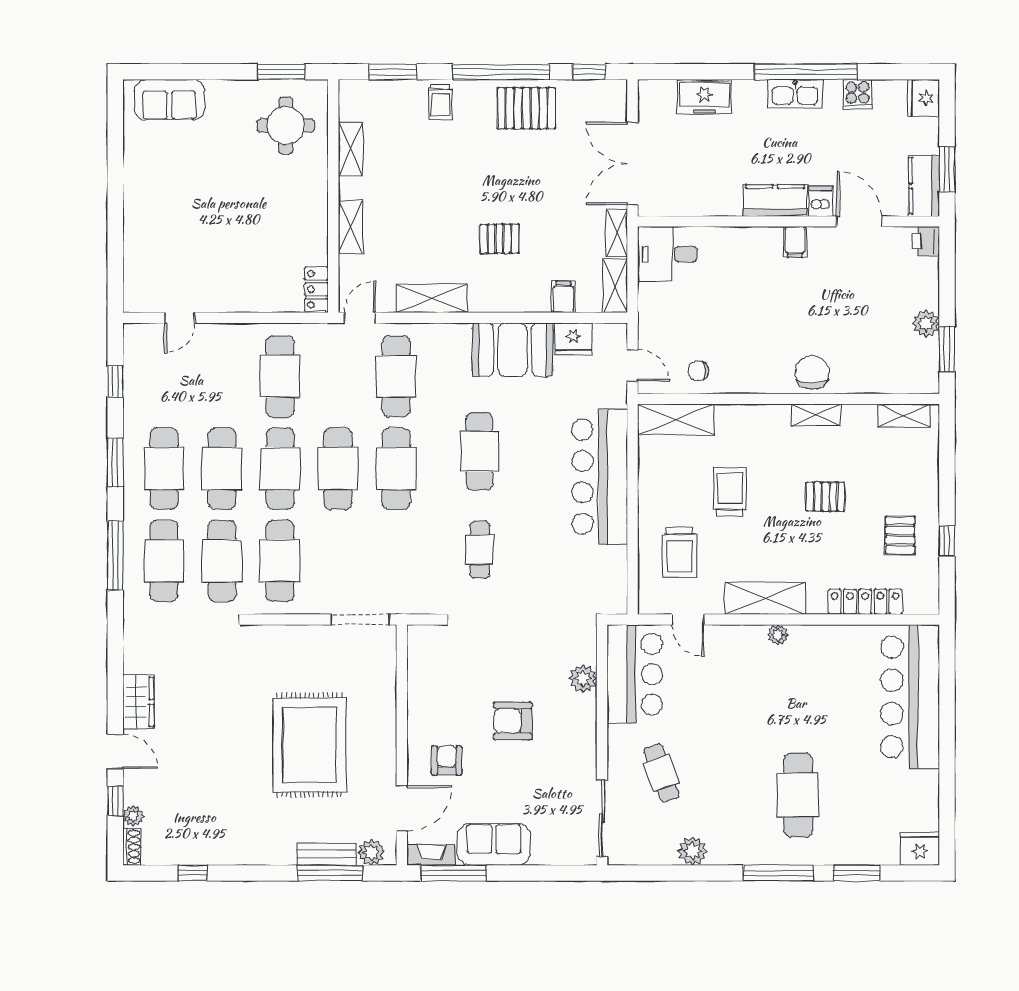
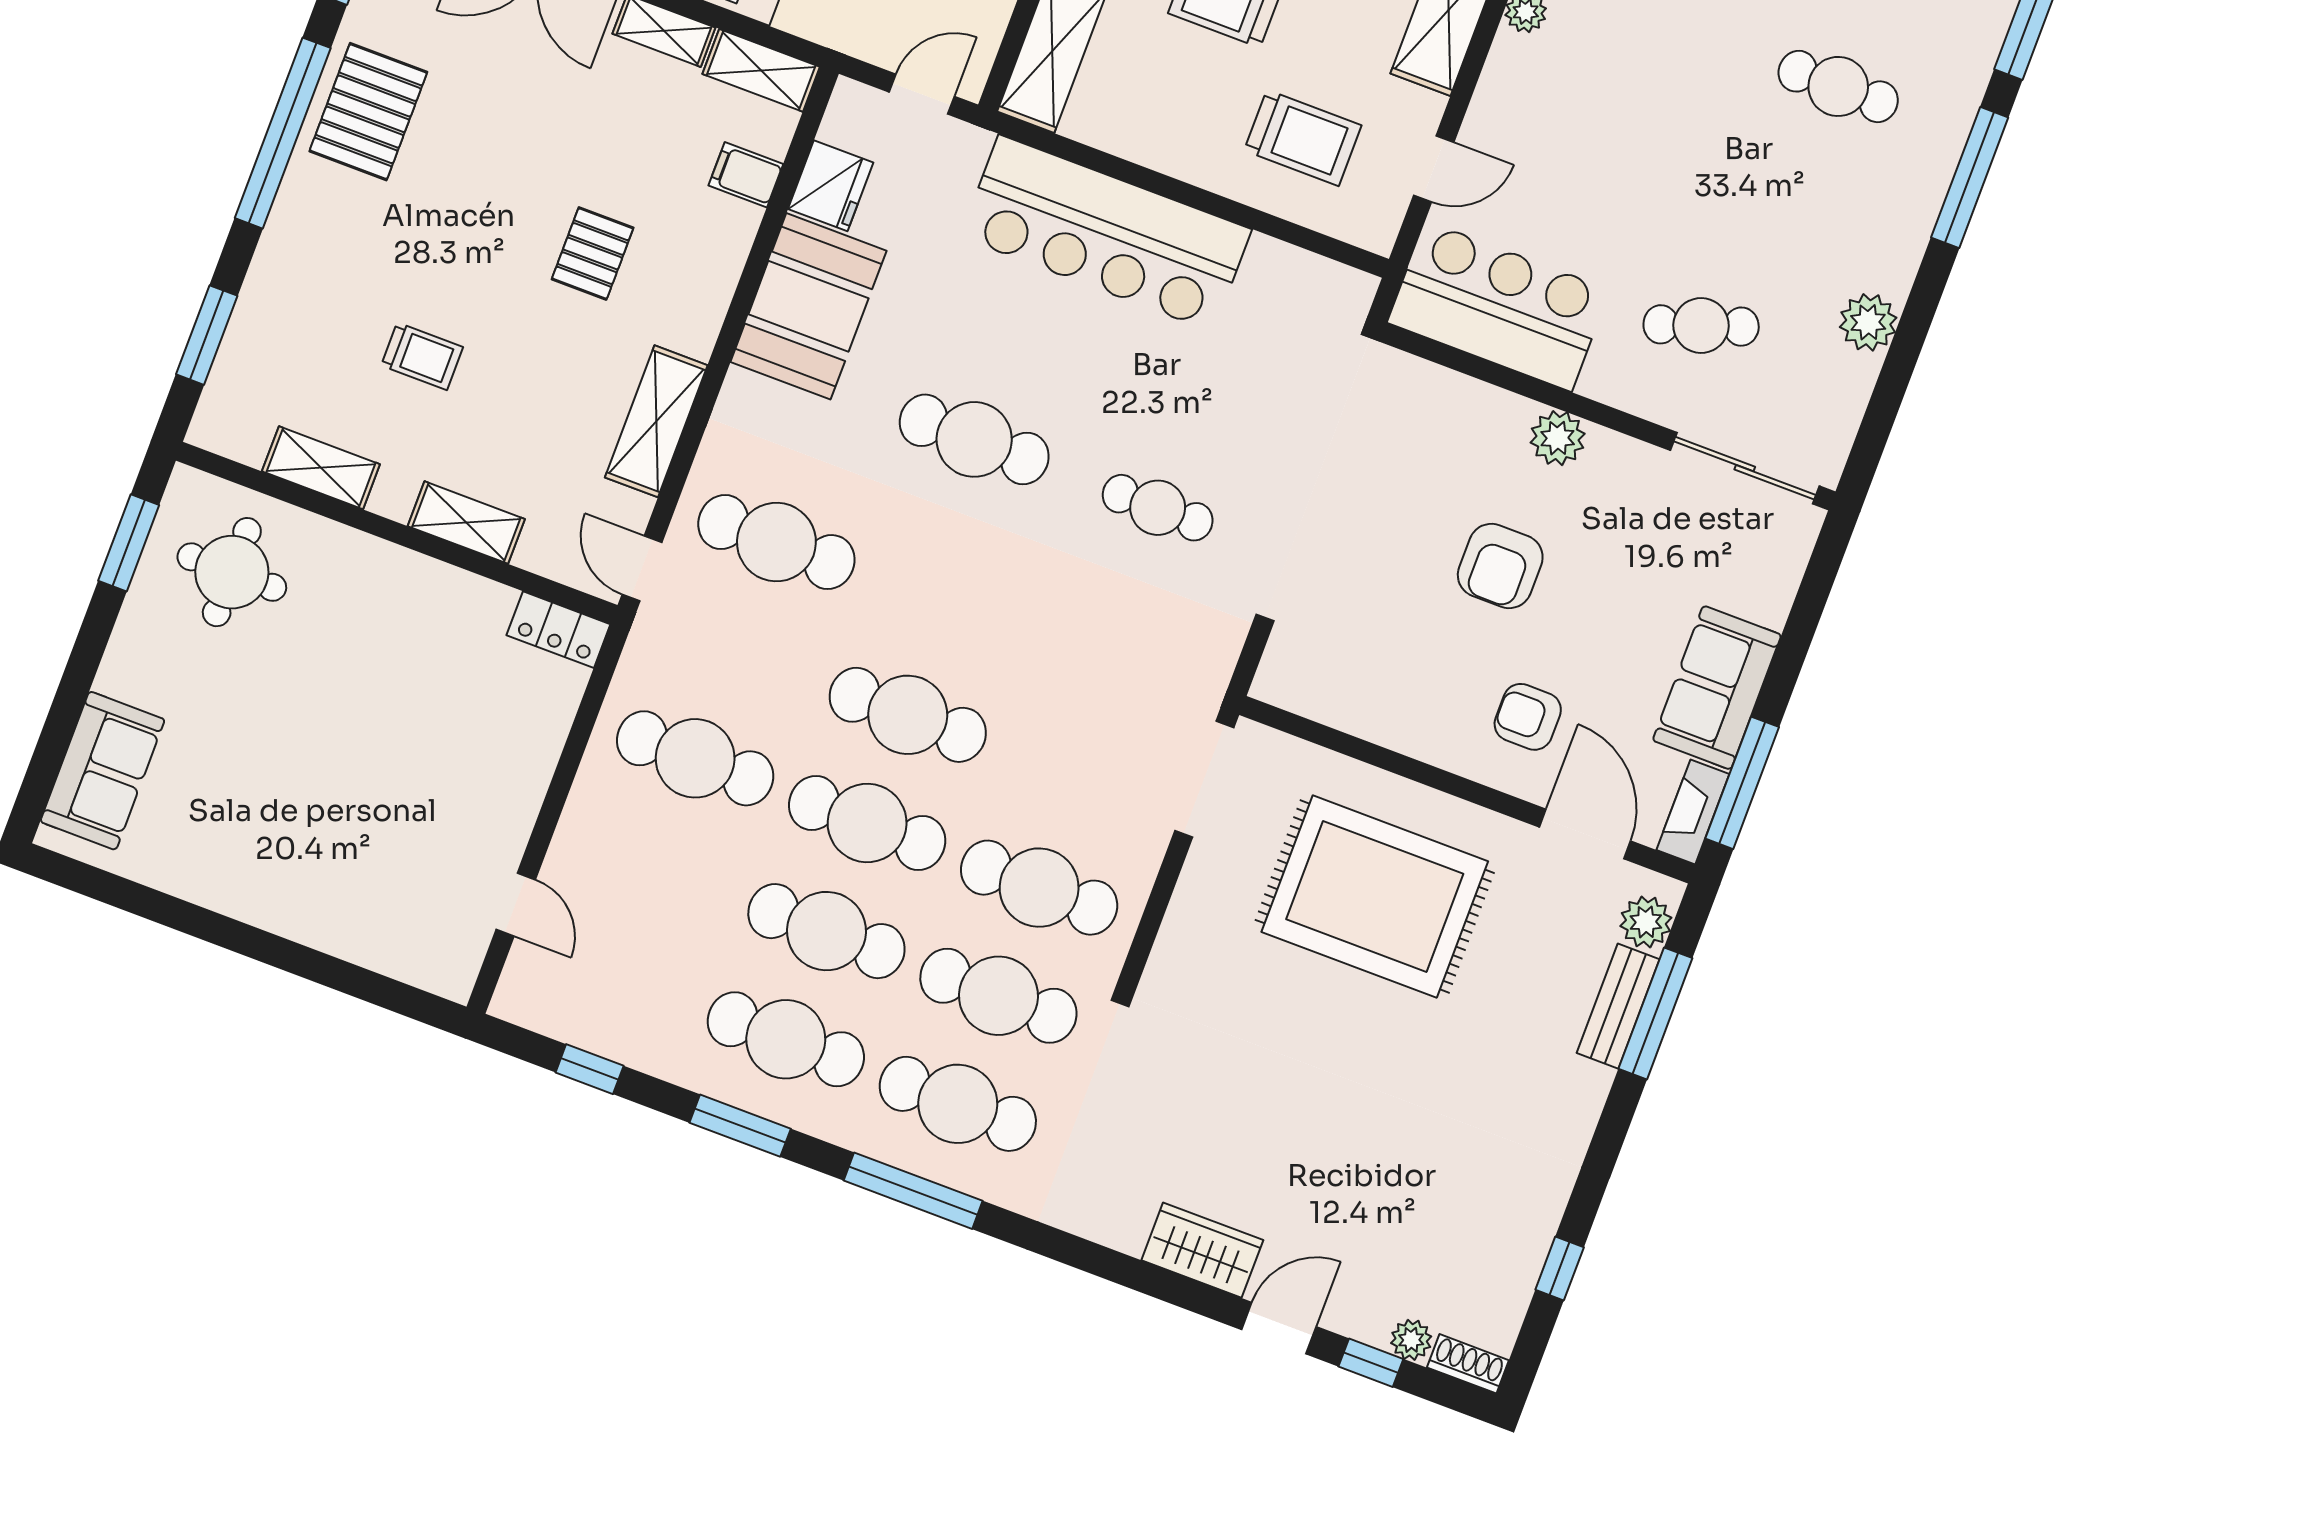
trolley: (440, 102) -> (422, 356), moved
cafe table: (396, 469) -> (948, 607), removed
plant: (583, 678) -> (1558, 438), moved
rug: (309, 745) -> (1375, 897), moved
cafe table: (798, 795) -> (1838, 86), width x0.73, depth x0.74

